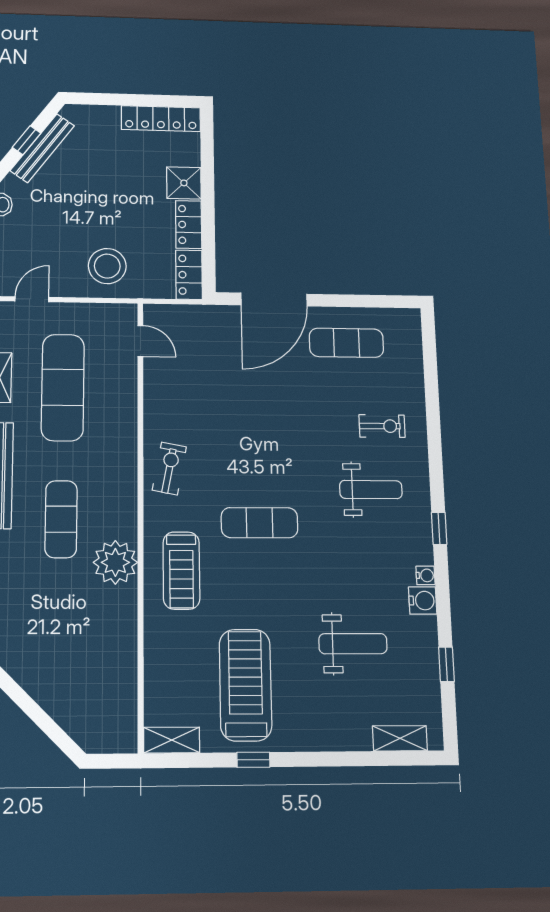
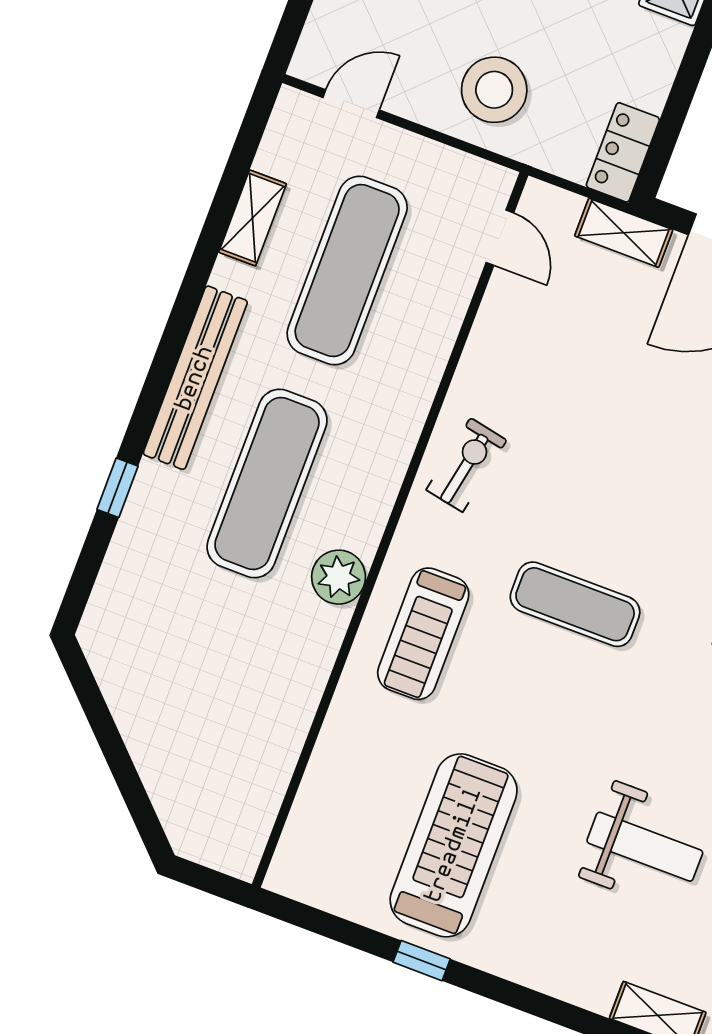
locker: (189, 225) -> (656, 64), removed
exercise mat: (61, 519) -> (267, 484), width x1.36, depth x1.45
plant: (115, 562) -> (339, 577), width x0.73, depth x0.73
shelving: (172, 740) -> (624, 233), moved

